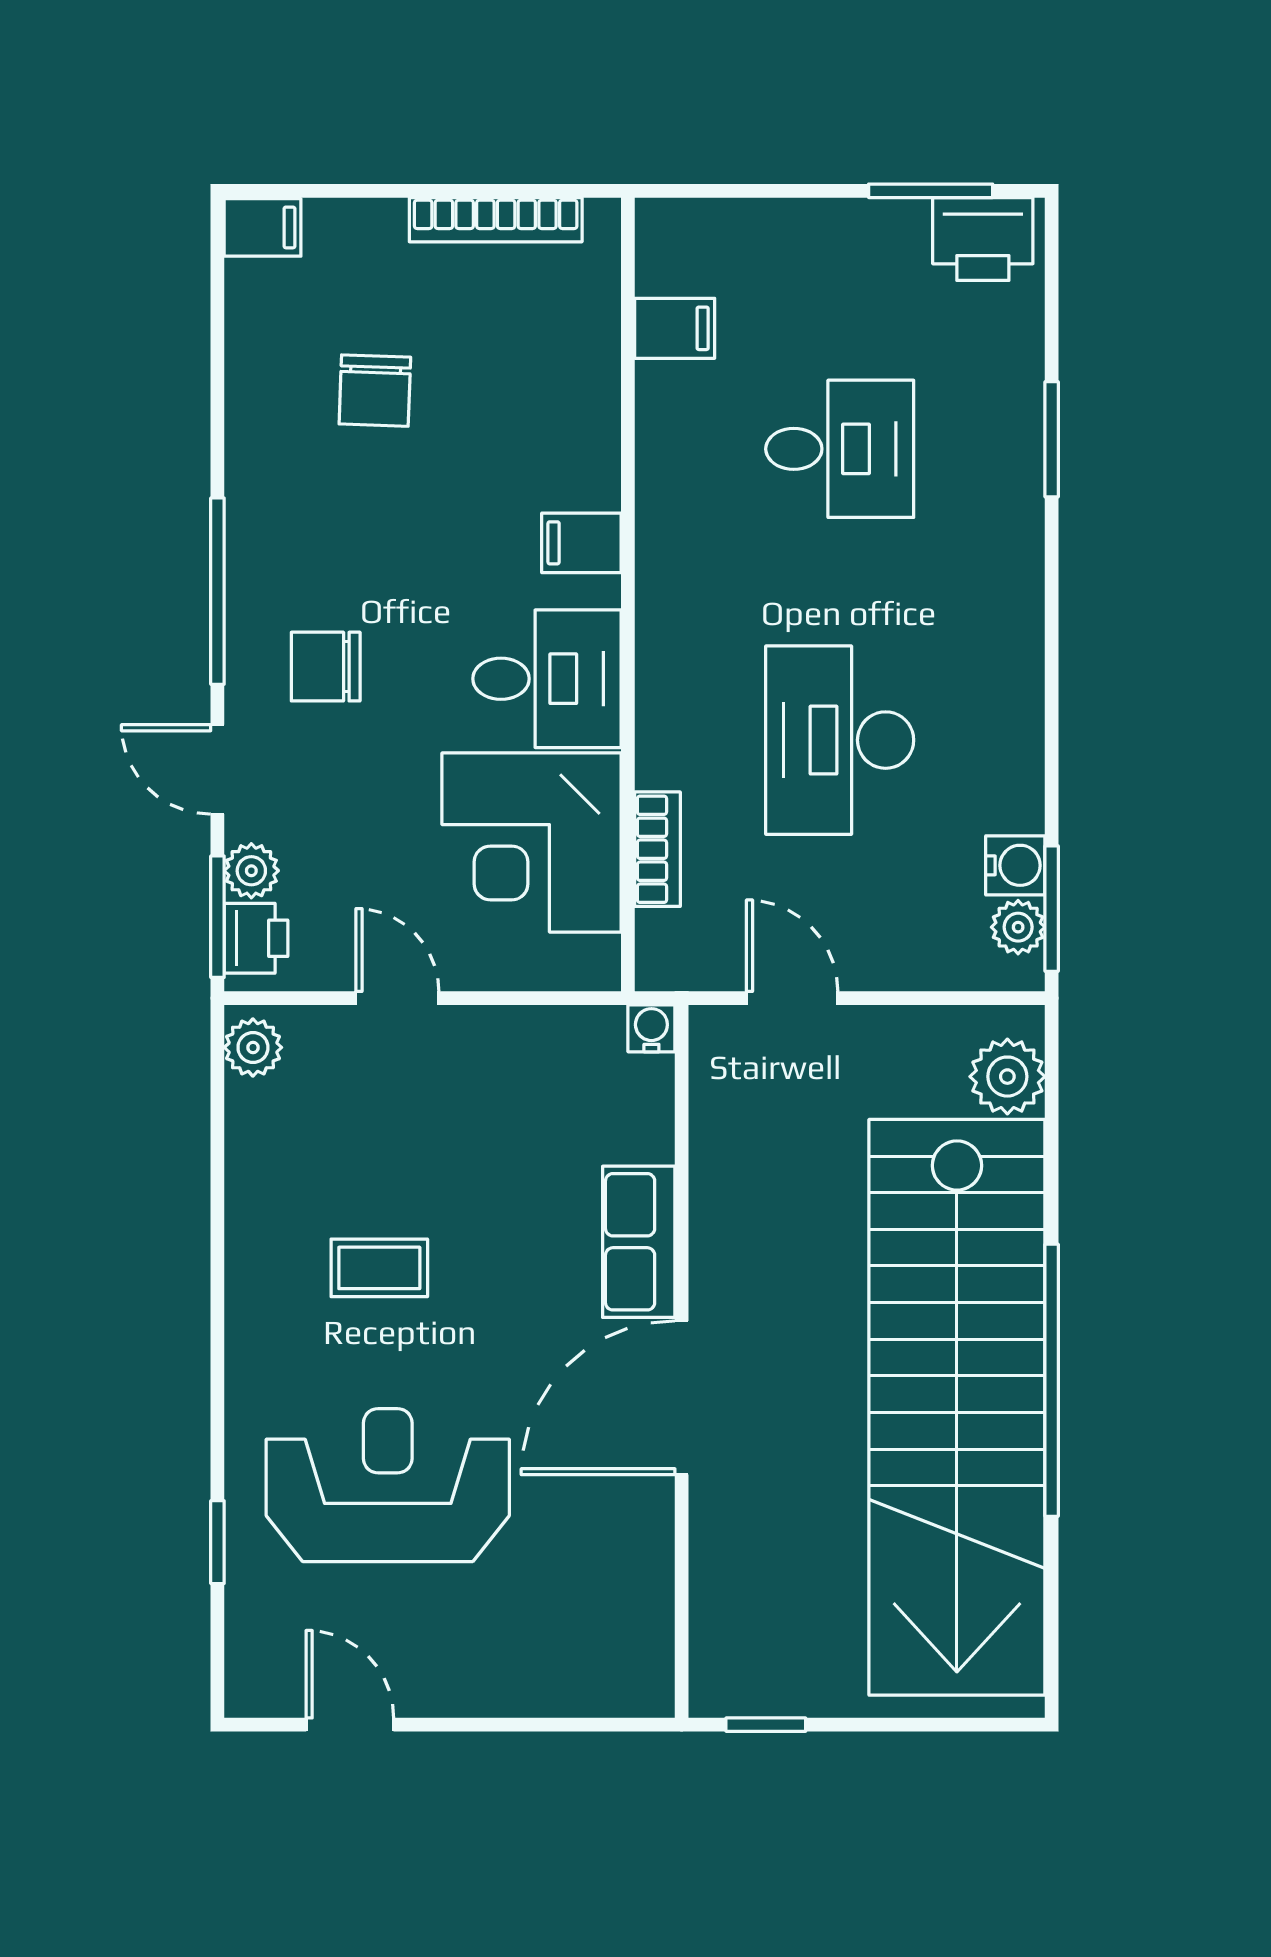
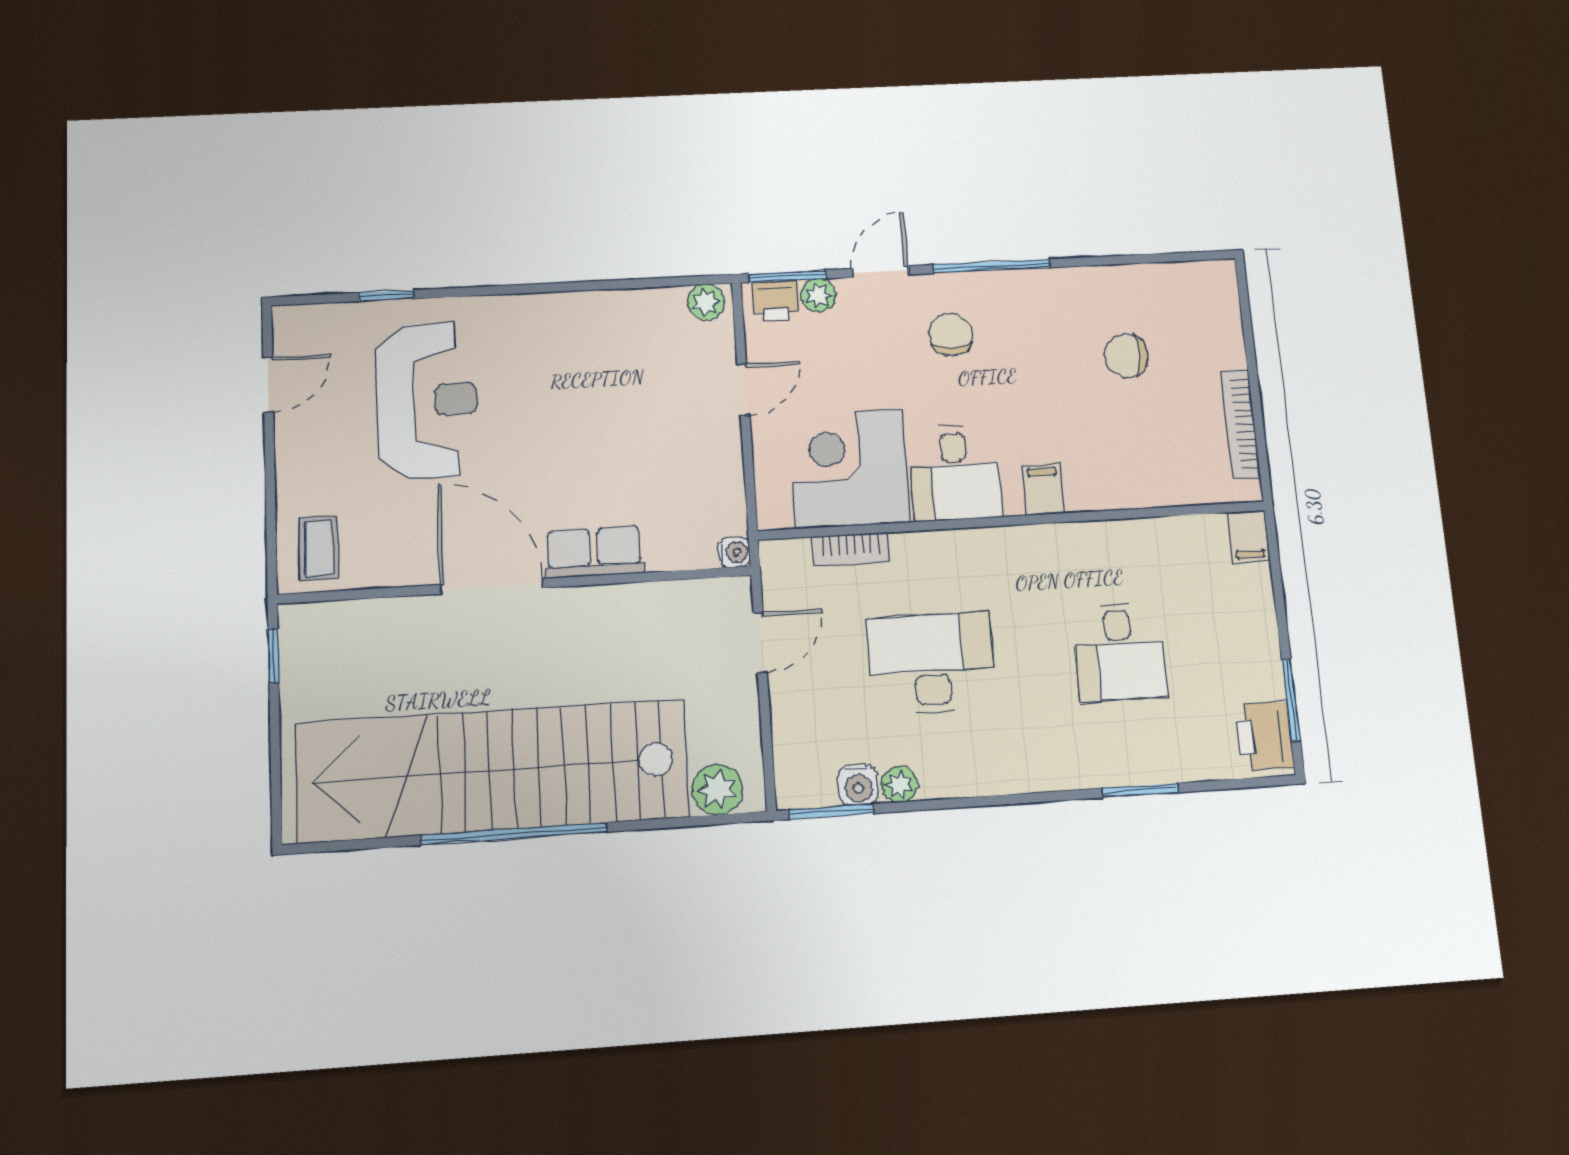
filing cabinet: (263, 227) -> (1219, 282), removed
filing cabinet: (675, 328) -> (1249, 537), moved
plant: (1018, 927) -> (899, 784), moved
coffee table: (379, 1268) -> (319, 548), moved

